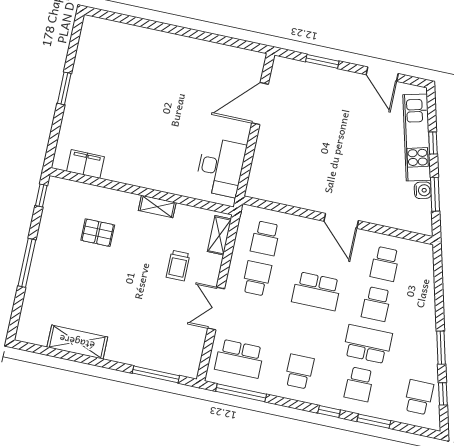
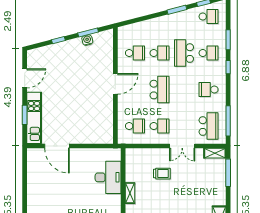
kitchen unit: (417, 137) -> (34, 118), moved, turned -76
desk: (221, 167) -> (108, 177), moved, turned 90
shelving: (219, 235) -> (215, 153), moved
school desk: (257, 278) -> (159, 126), turned 180
school desk: (419, 397) -> (209, 17), turned 180

